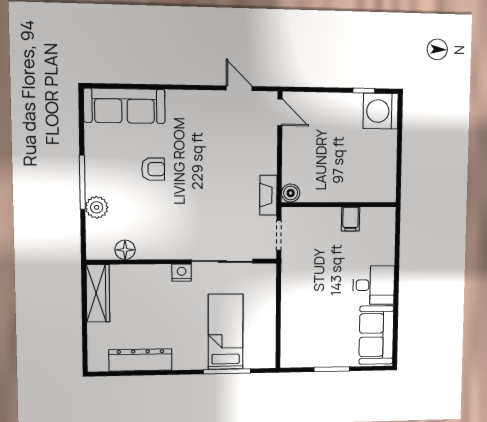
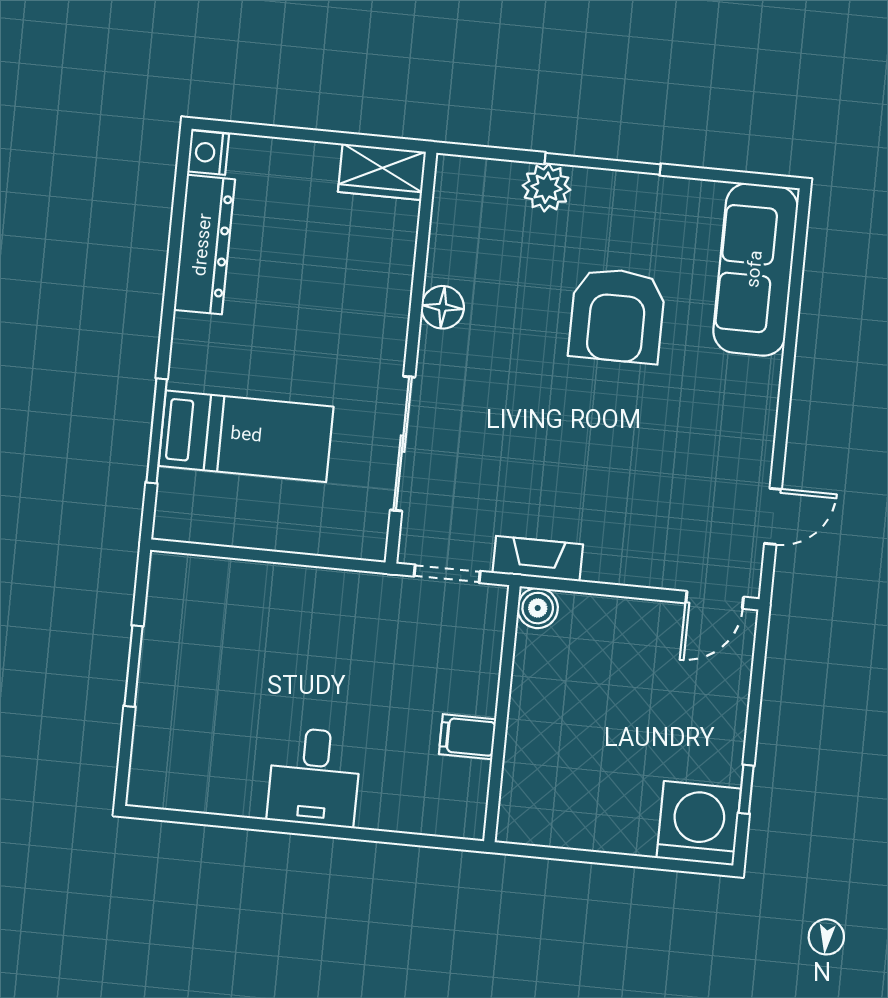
armchair: (153, 169) -> (617, 315), width x1.88, depth x1.88
floor lamp: (125, 250) -> (443, 307), moved
nightstand: (182, 273) -> (208, 153), moved, turned 180
wardrobe: (98, 293) -> (382, 172), width x0.67
sofa: (376, 335) -> (200, 774), removed

